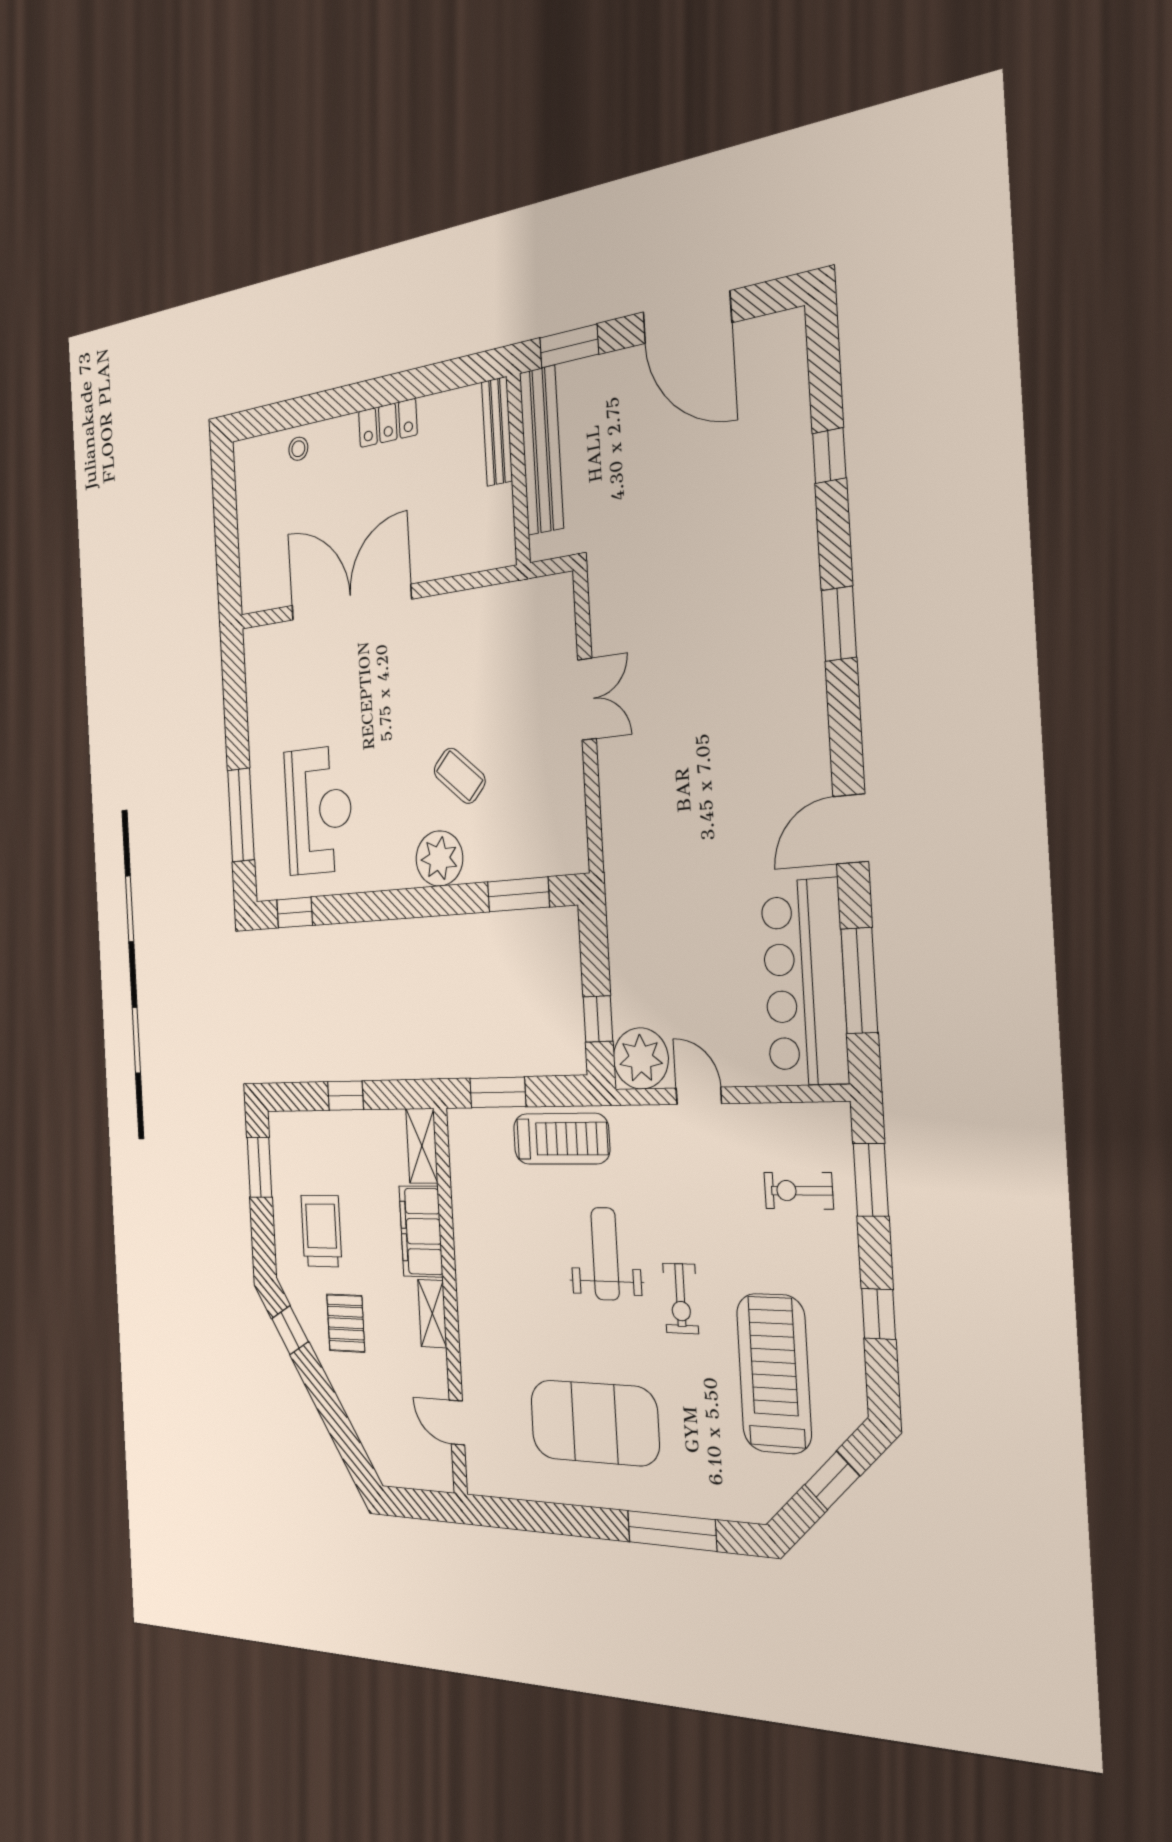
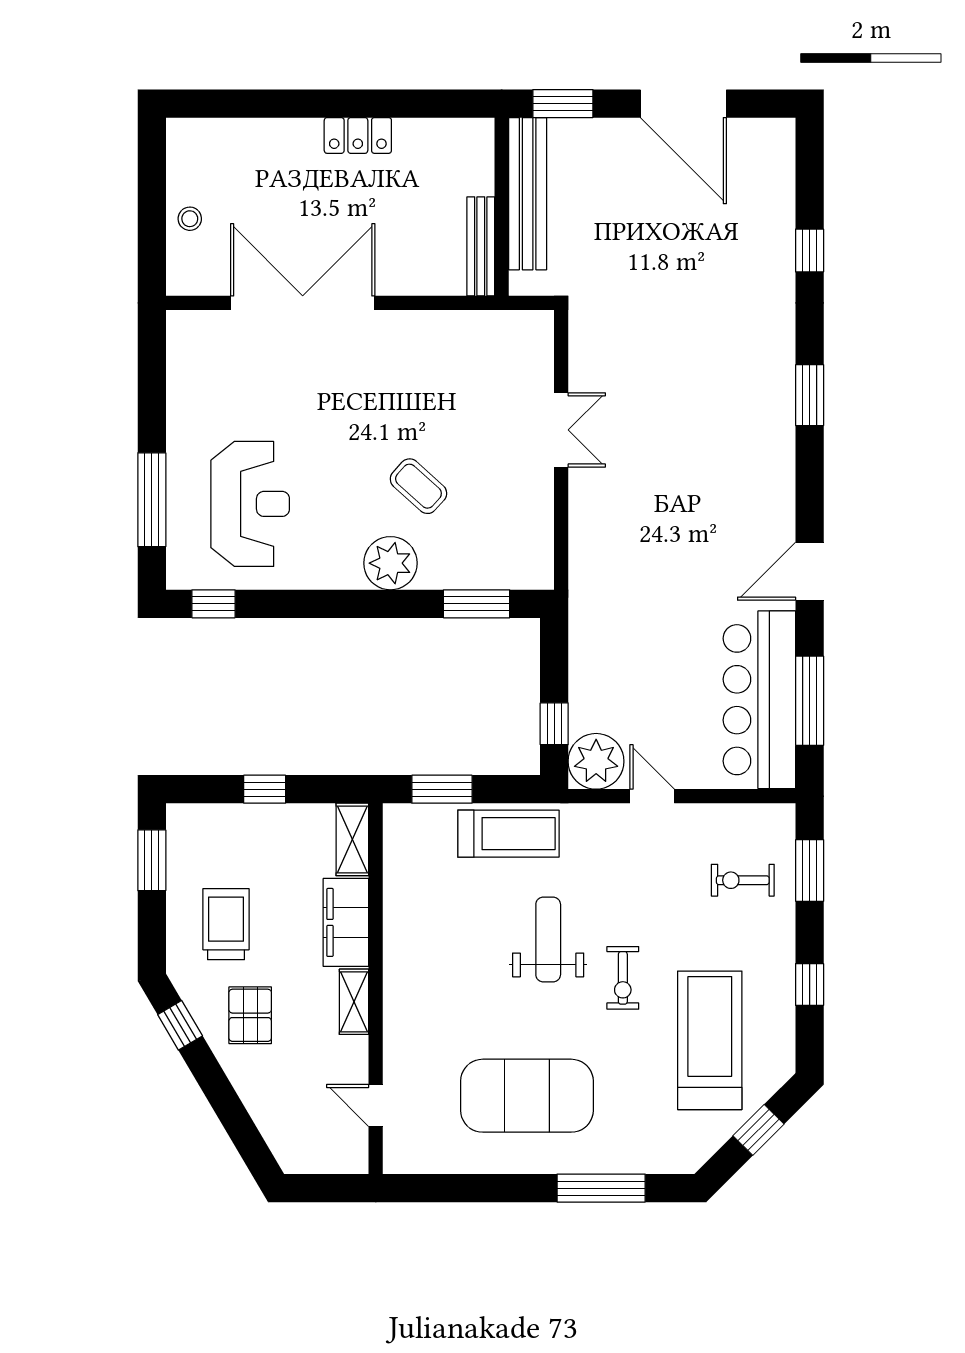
bench: (497, 431) -> (481, 246), moved
stool: (298, 449) -> (190, 219), moved

